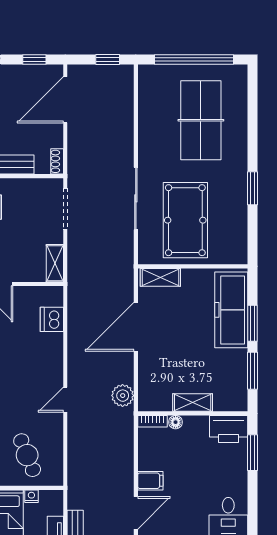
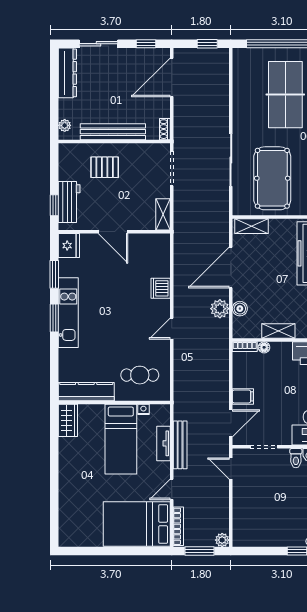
dishwasher: (52, 319) -> (161, 288), moved
boiler: (147, 376) -> (240, 309), added
plant: (123, 396) -> (220, 309), moved
cafe table: (27, 455) -> (140, 375), turned -68

